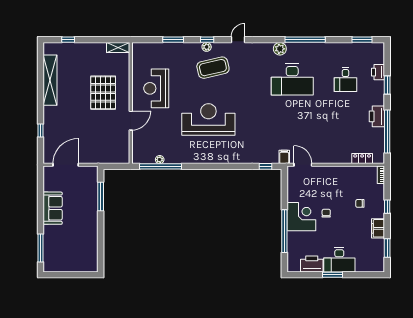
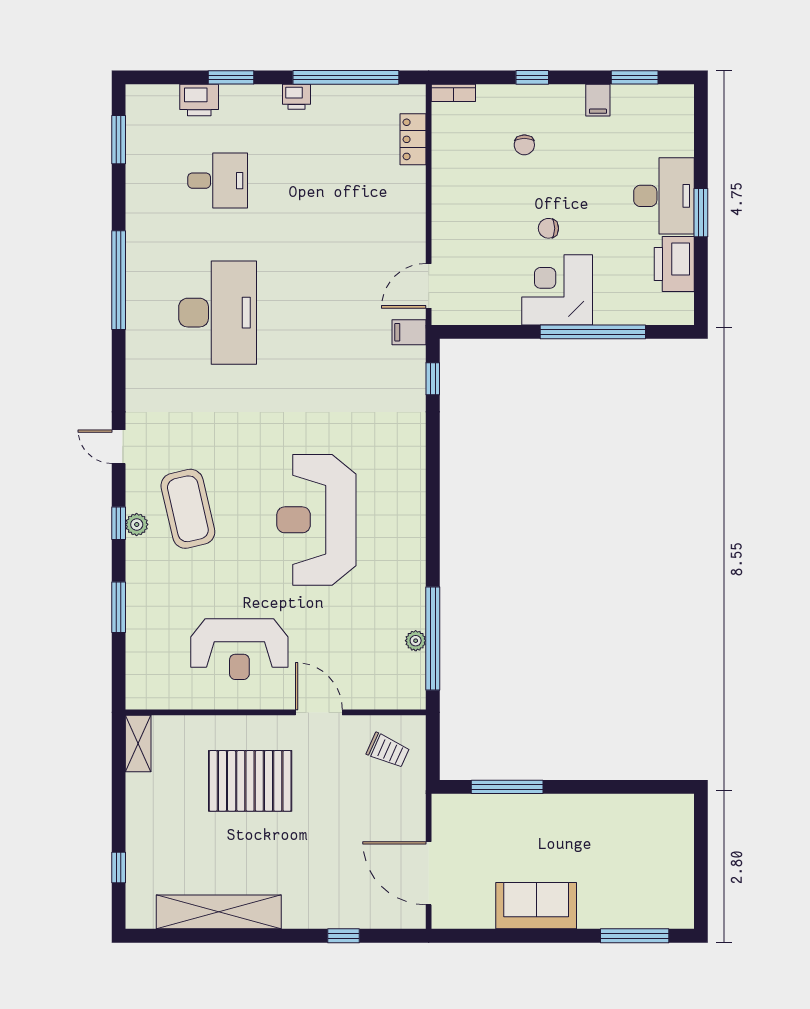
plant: (280, 49) -> (141, 343), removed
printer: (377, 116) -> (296, 97), width x0.53, depth x0.68
trolley: (115, 148) -> (388, 750), added
filing cabinet: (378, 228) -> (598, 100), width x0.50

